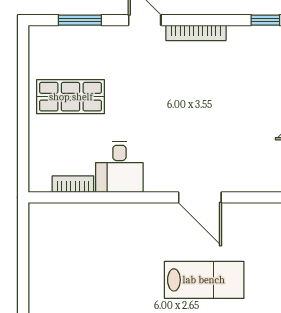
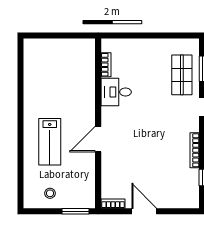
bookcase: (196, 33) -> (195, 150), moved
shop shelf: (71, 97) -> (182, 75), moved

